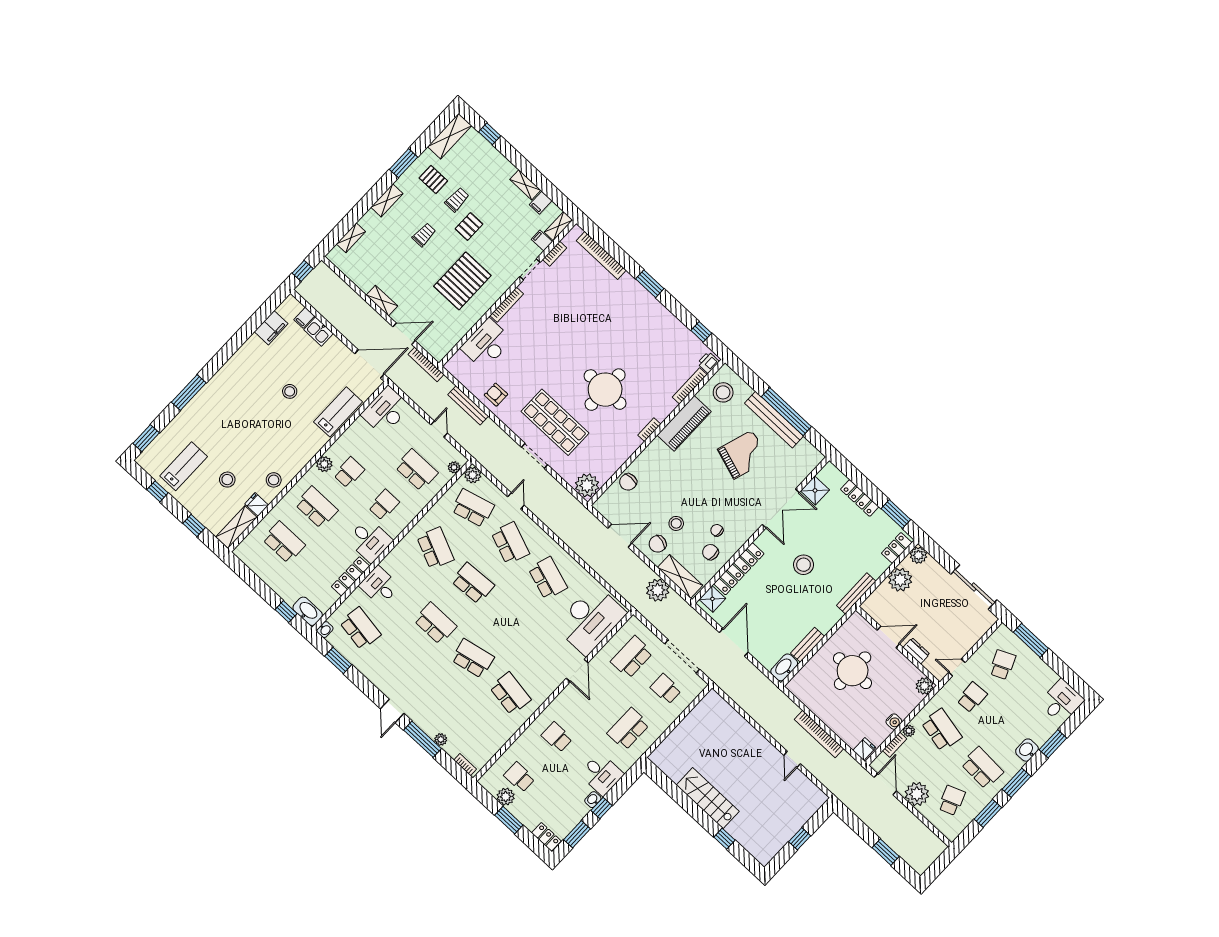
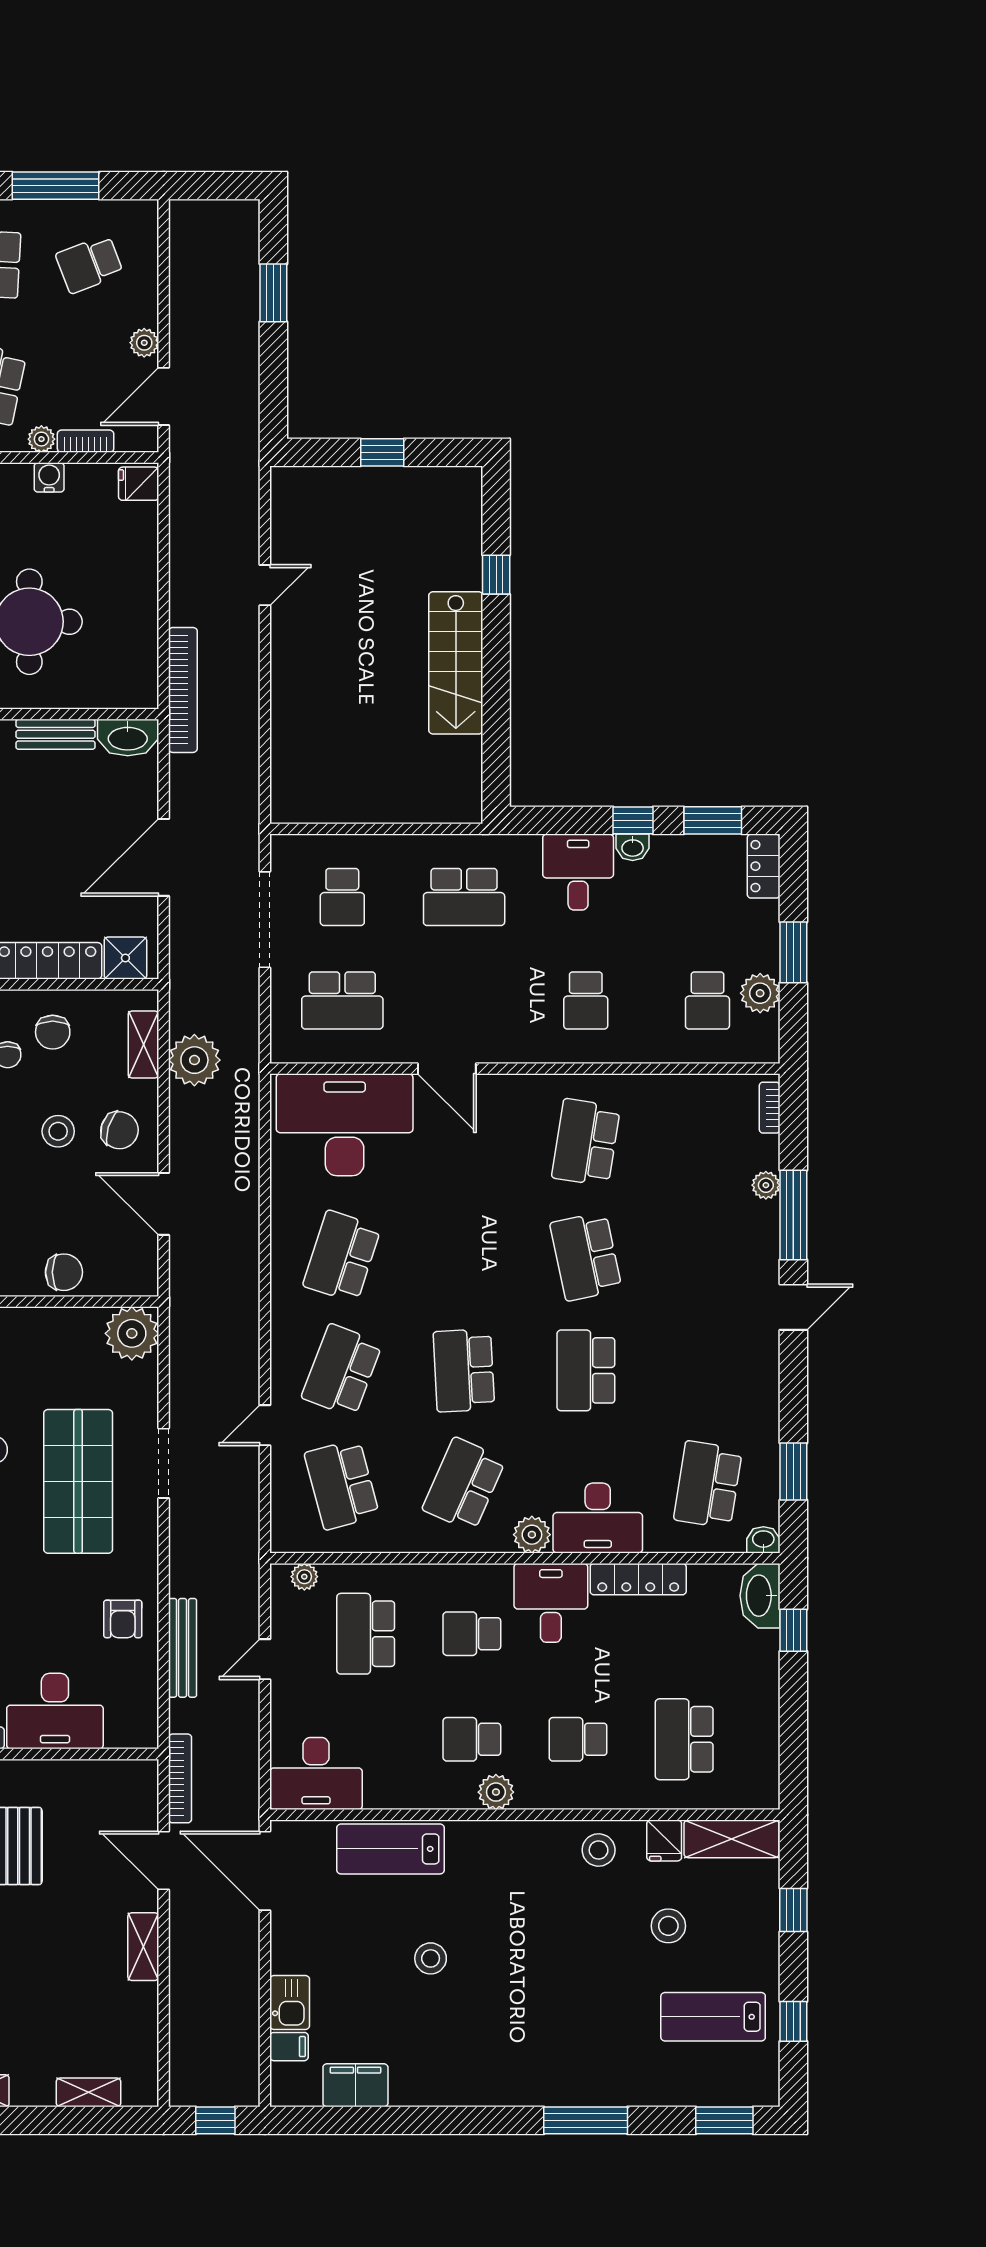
plant: (473, 475) -> (532, 1535), moved
school desk: (316, 507) -> (578, 1739), width x0.54
shelving: (680, 576) -> (143, 1045), width x0.67, depth x0.75
desk: (379, 586) -> (598, 1518), width x1.37
door: (577, 670) -> (447, 1069), swing flipped
bookcase: (819, 734) -> (183, 690), moved
plant: (917, 794) -> (144, 343), width x0.53, depth x0.53
window: (988, 813) -> (55, 186), width x1.44

